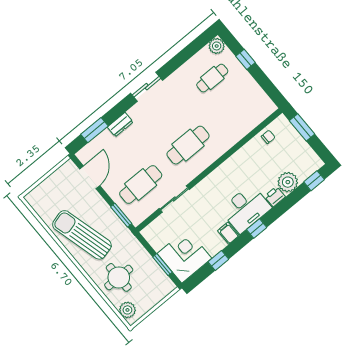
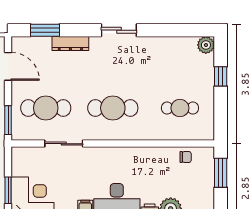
cafe table: (212, 78) -> (180, 108), moved
dresser: (120, 125) -> (70, 44), width x1.44
door: (90, 177) -> (8, 66), hinge flipped

